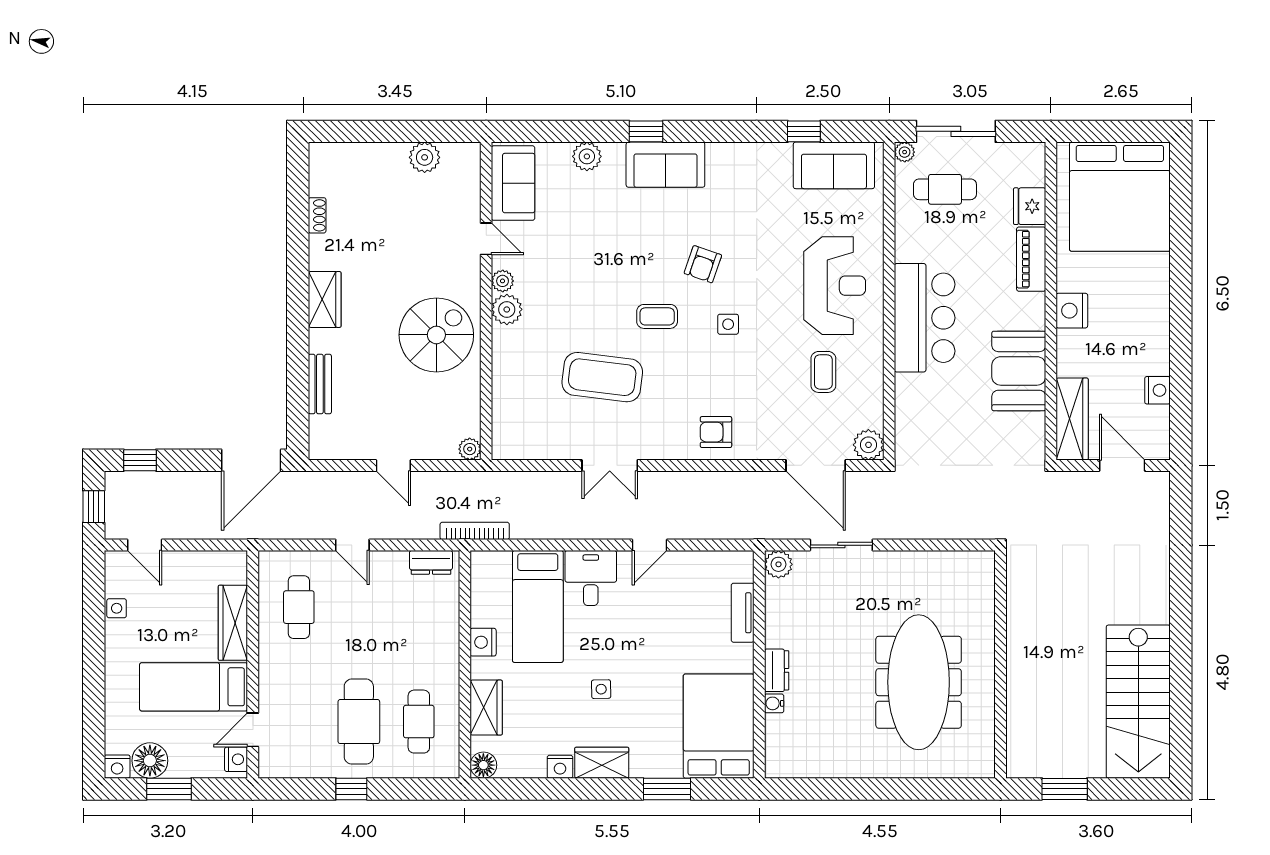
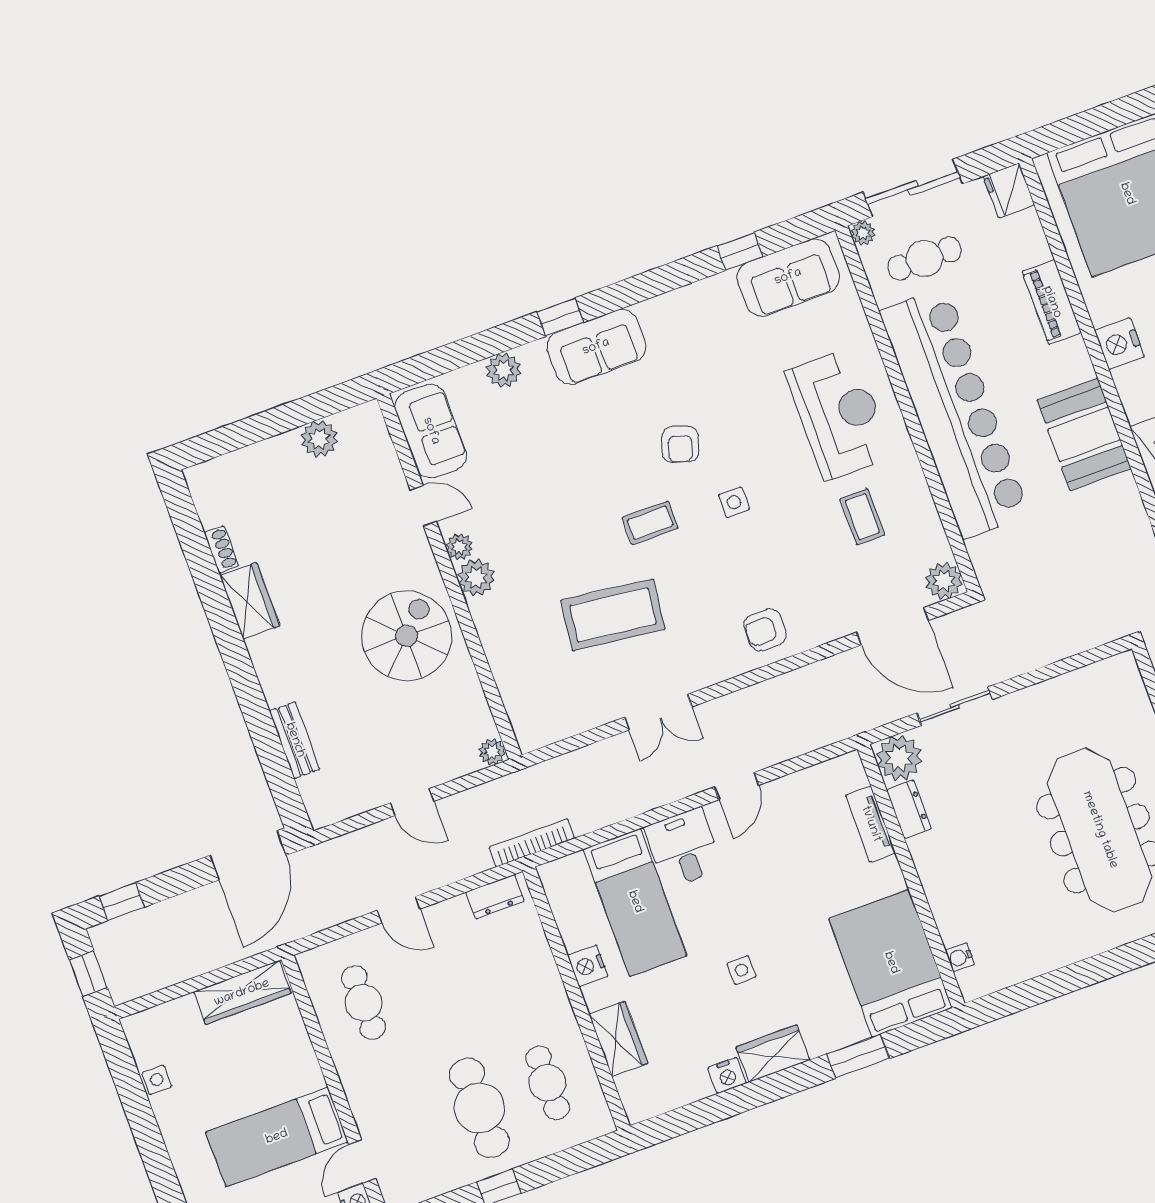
fridge: (1030, 206) -> (1009, 190), moved
wardrobe: (325, 299) -> (250, 601), moved
bar counter: (925, 318) -> (955, 413), width x1.86
door: (145, 545) -> (162, 996), removed
plant: (778, 564) -> (899, 758), width x1.36, depth x1.36
wardrobe: (233, 623) -> (242, 993), moved, turned -90
dresser: (777, 670) -> (909, 809), moved
water cooler: (774, 703) -> (960, 957), moved
floor lamp: (483, 765) -> (639, 1106), removed

